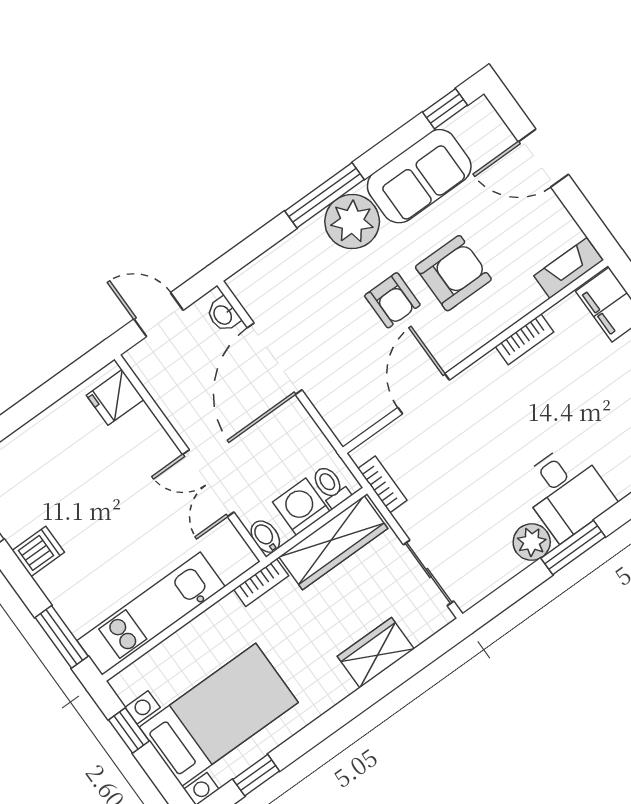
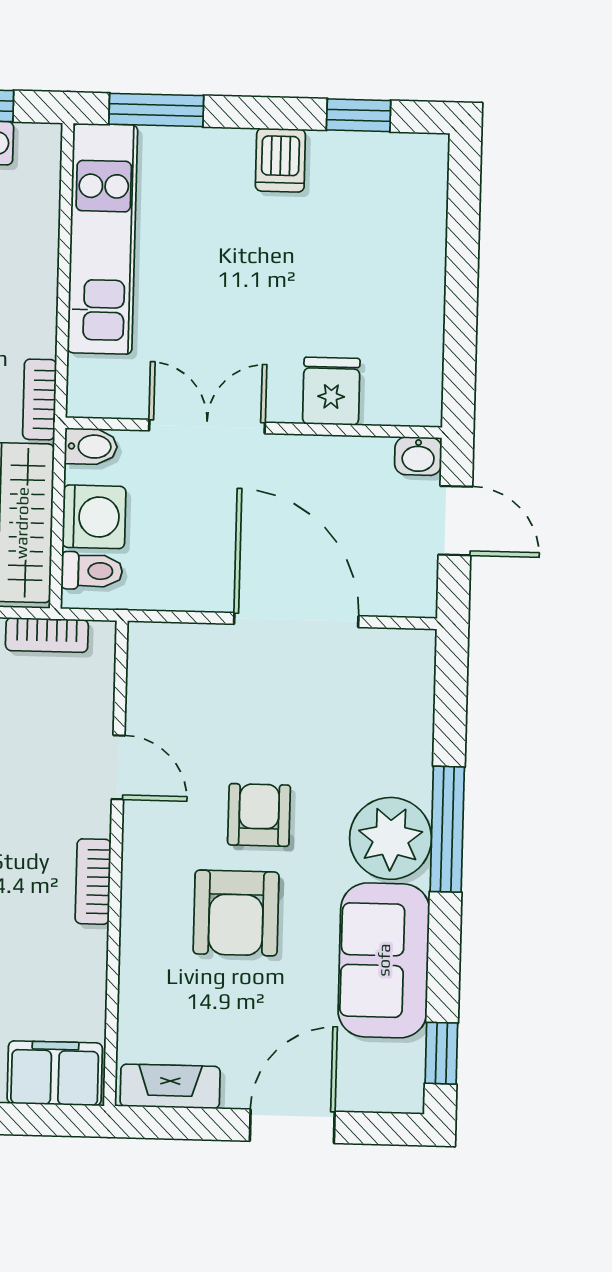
fireplace: (568, 268) -> (170, 1086), moved, turned -90
armchair: (392, 300) -> (259, 815), turned 90
door: (158, 315) -> (455, 521), hinge flipped
washbasin: (223, 315) -> (418, 456), moved, turned 180
bookcase: (525, 339) -> (93, 882), moved
door: (424, 394) -> (118, 767), width x0.73
fridge: (115, 397) -> (331, 391), moved

